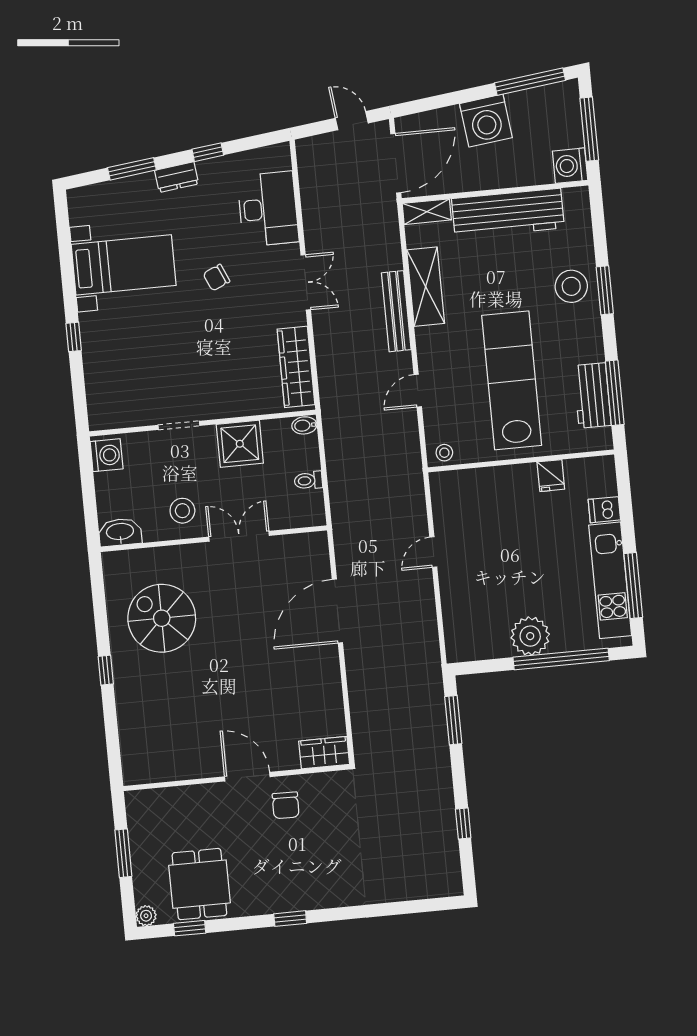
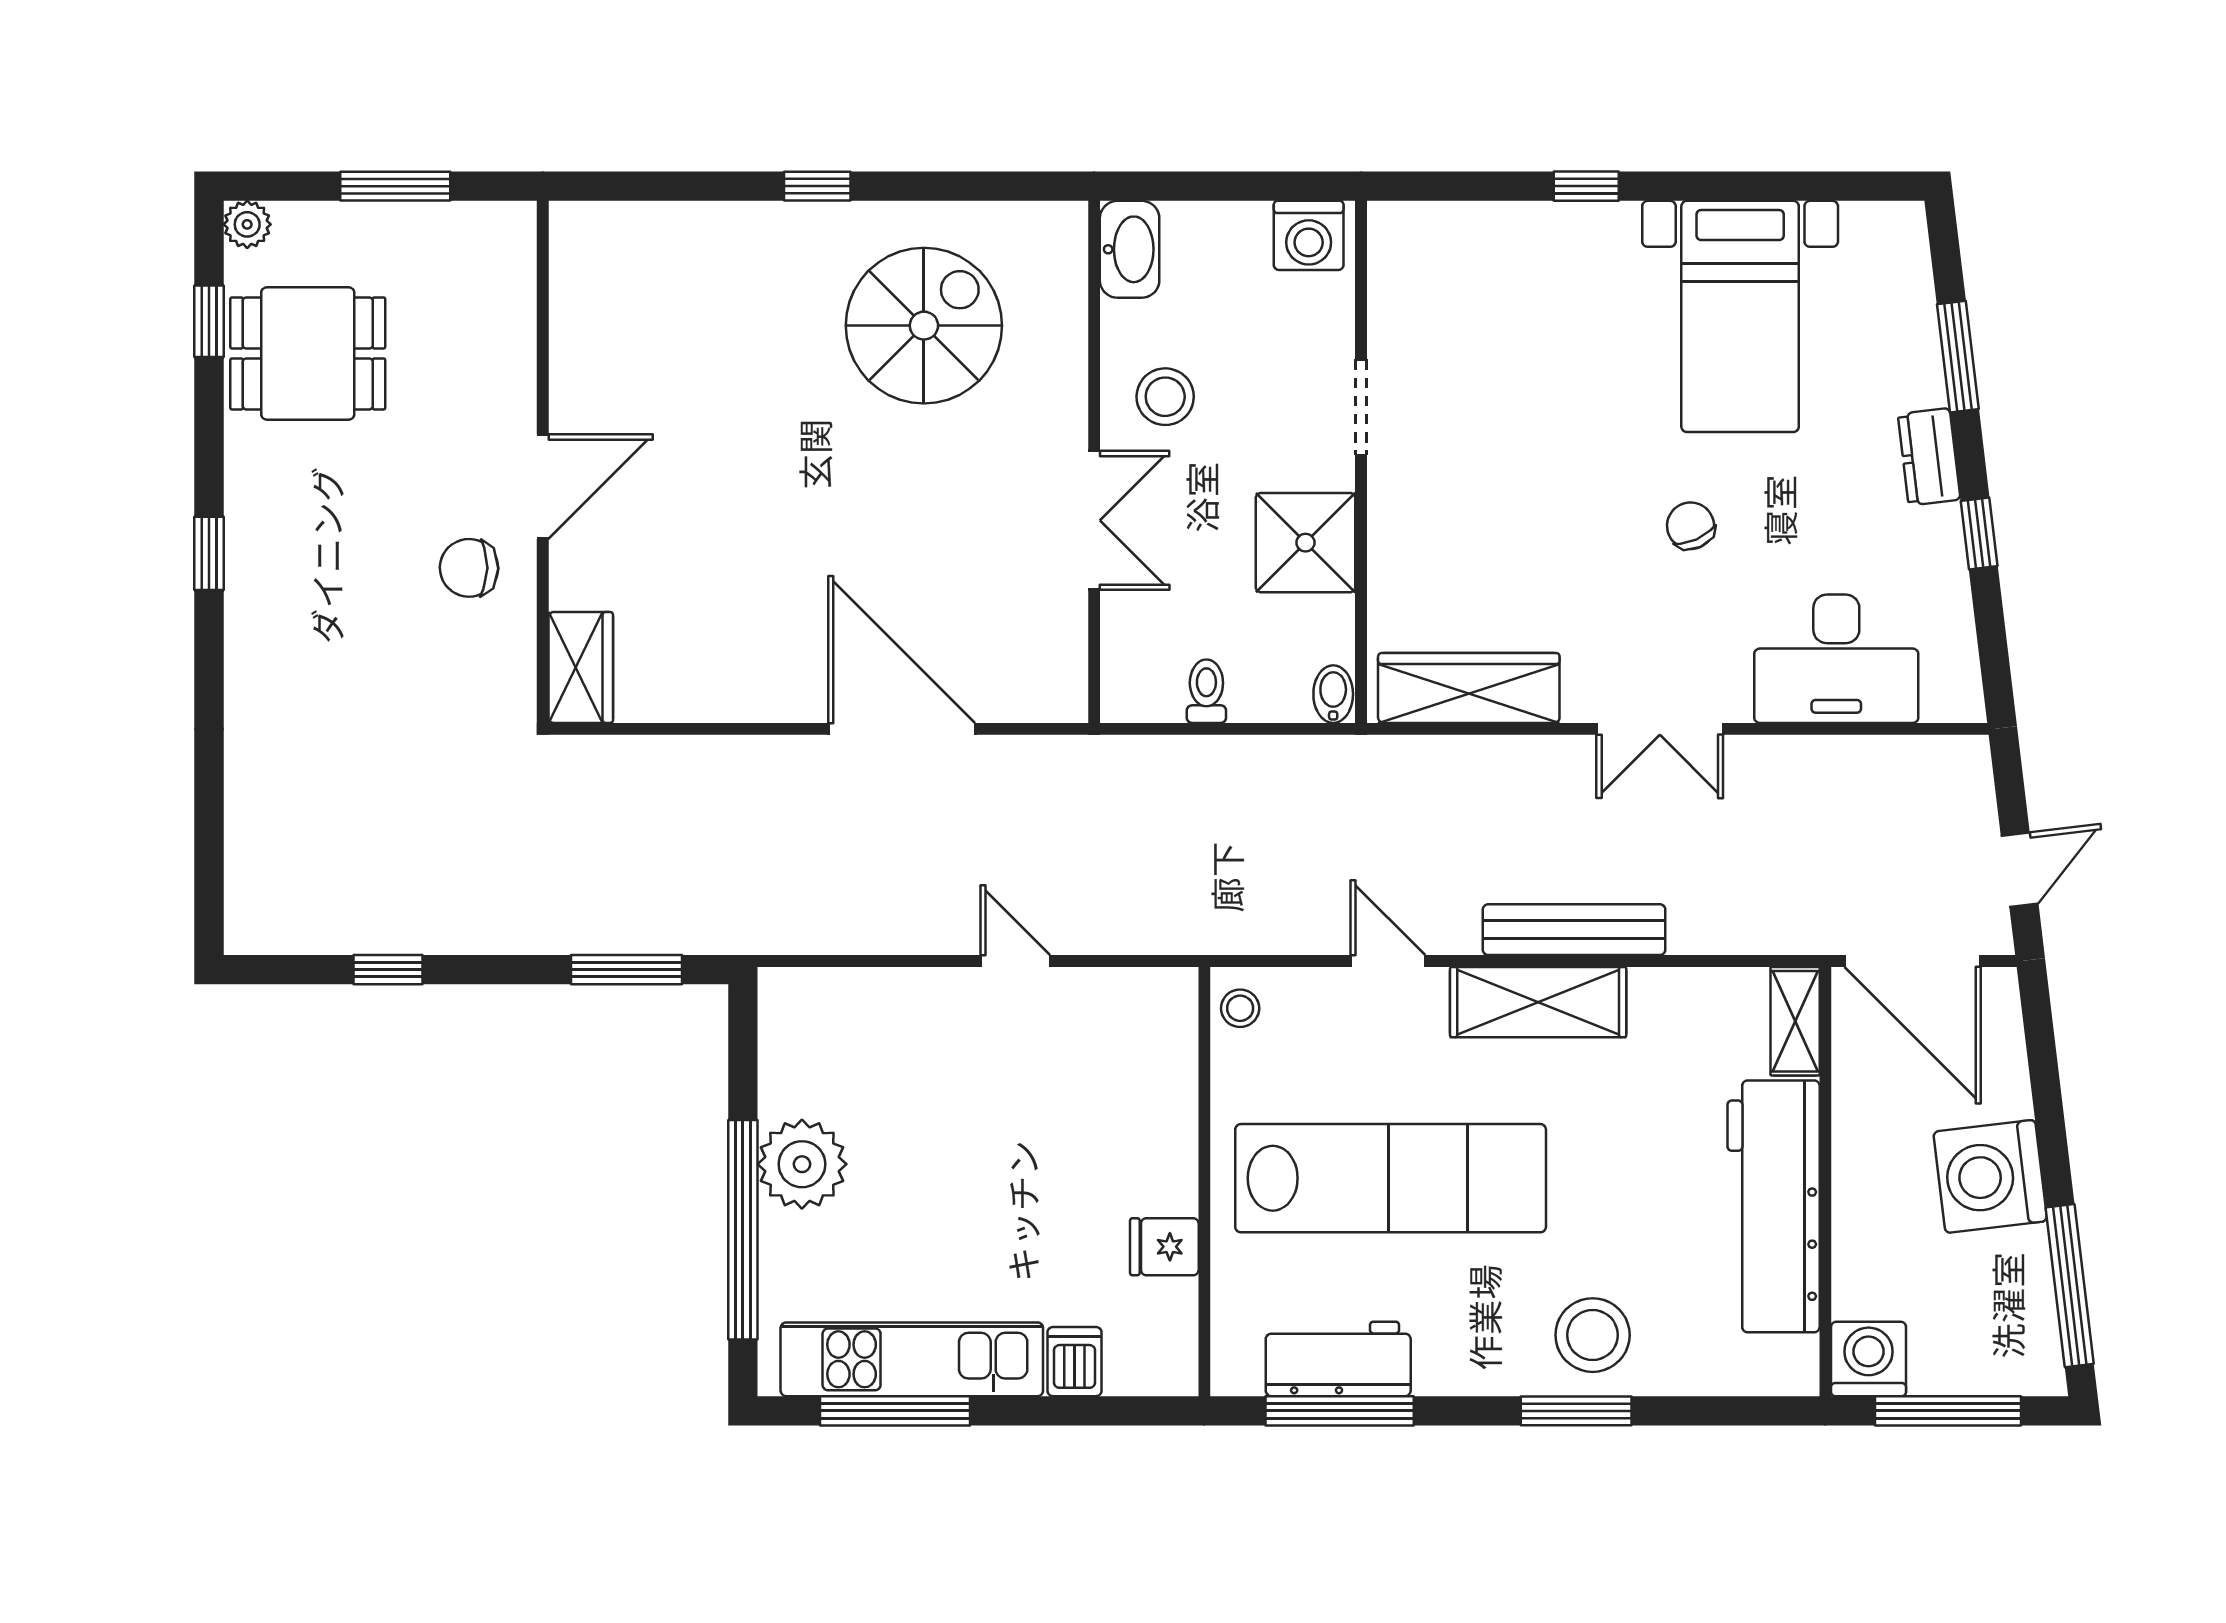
shelving: (426, 287) -> (1538, 1002), moved

